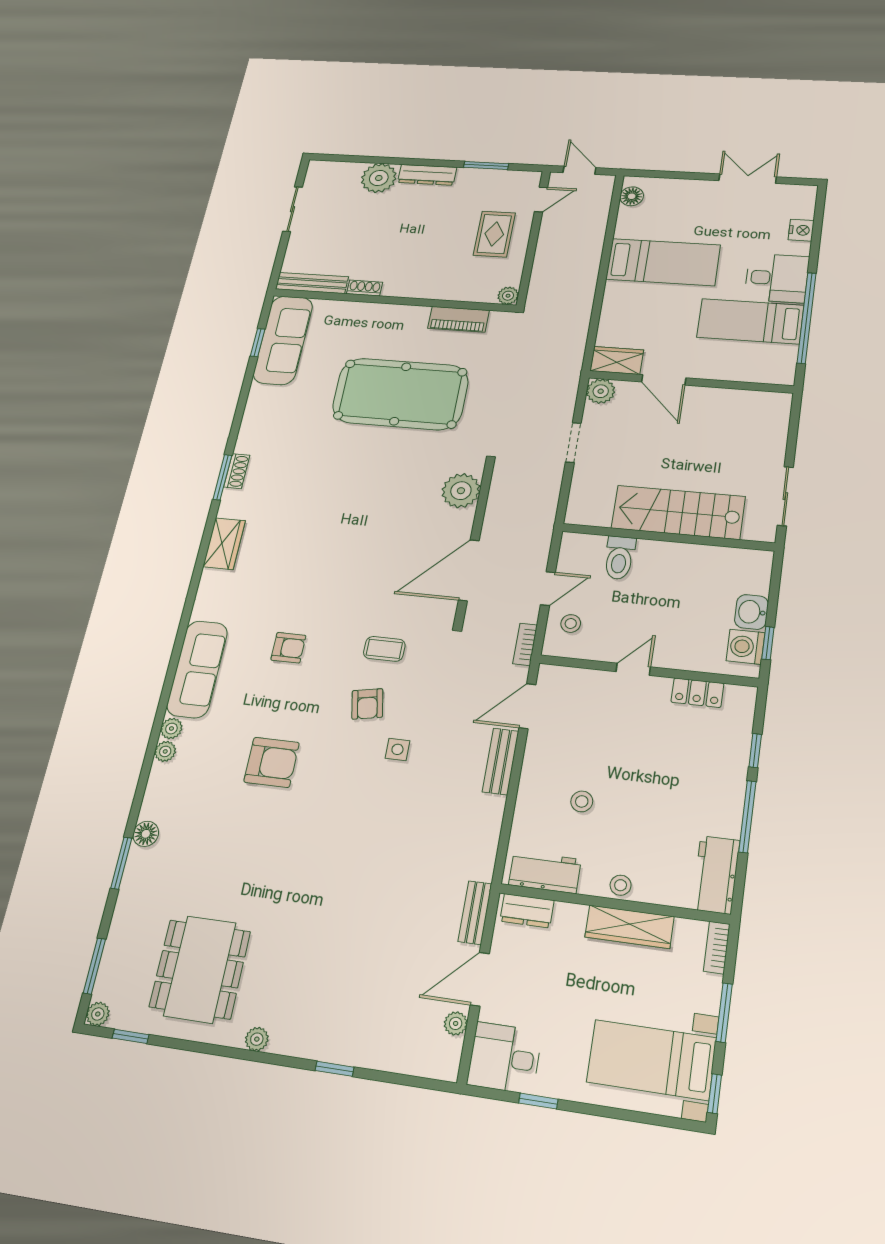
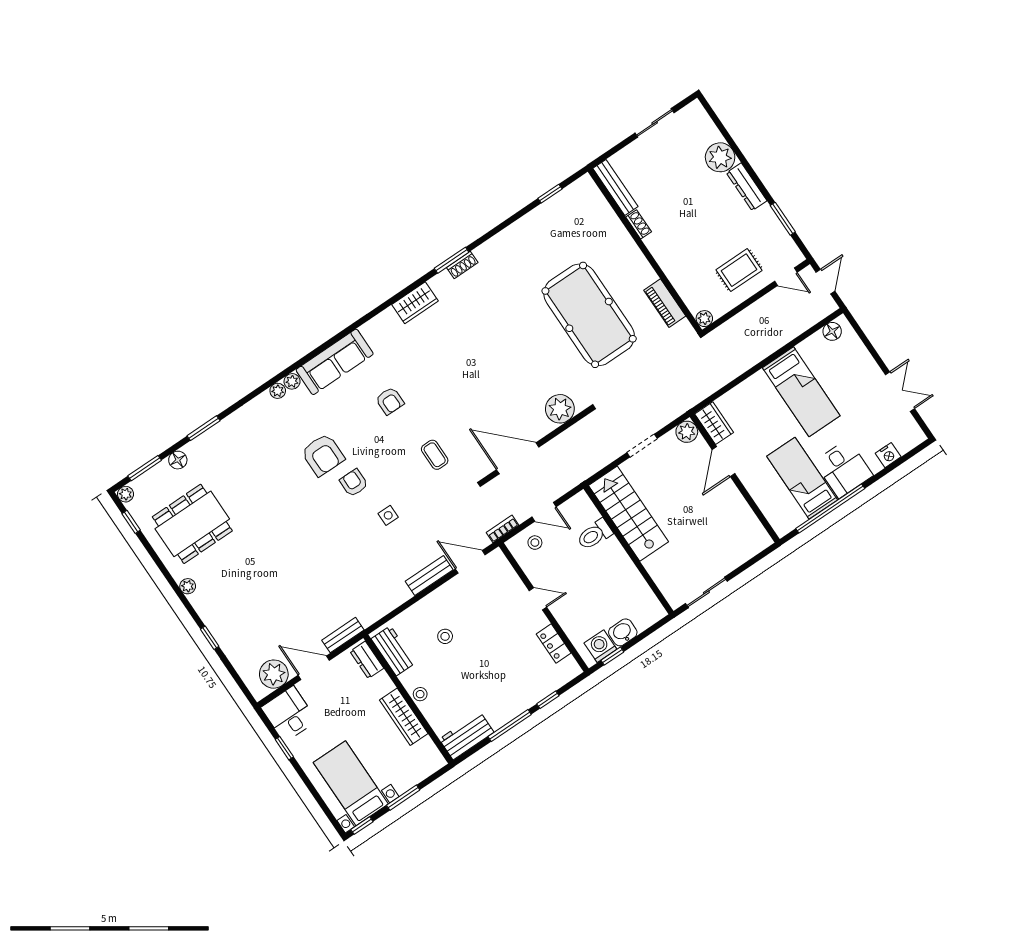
sofa: (283, 340) -> (564, 208), removed
stairs: (678, 512) -> (629, 514), moved
armchair: (367, 704) -> (354, 483), moved, turned 101
floor lamp: (146, 834) -> (178, 460), moved
bookcase: (717, 947) -> (431, 767), removed
plant: (456, 1023) -> (274, 674), width x1.88, depth x1.88

